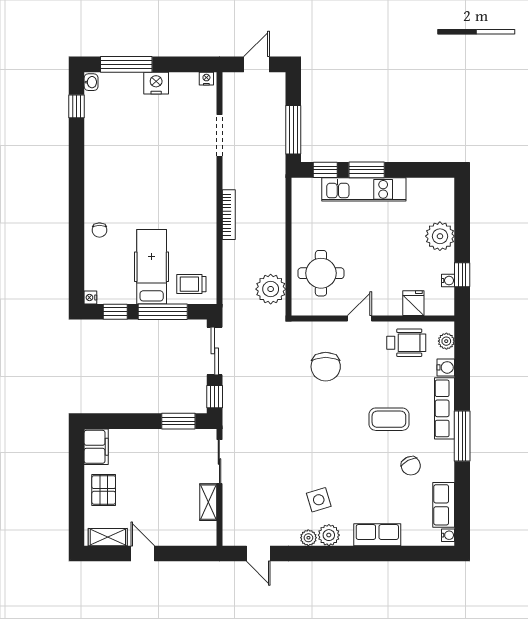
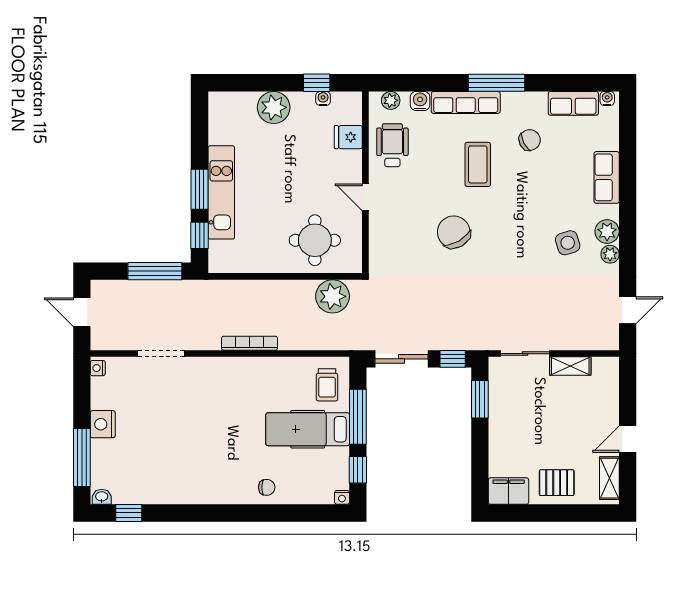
chair: (326, 367) -> (454, 232), moved, turned -120

